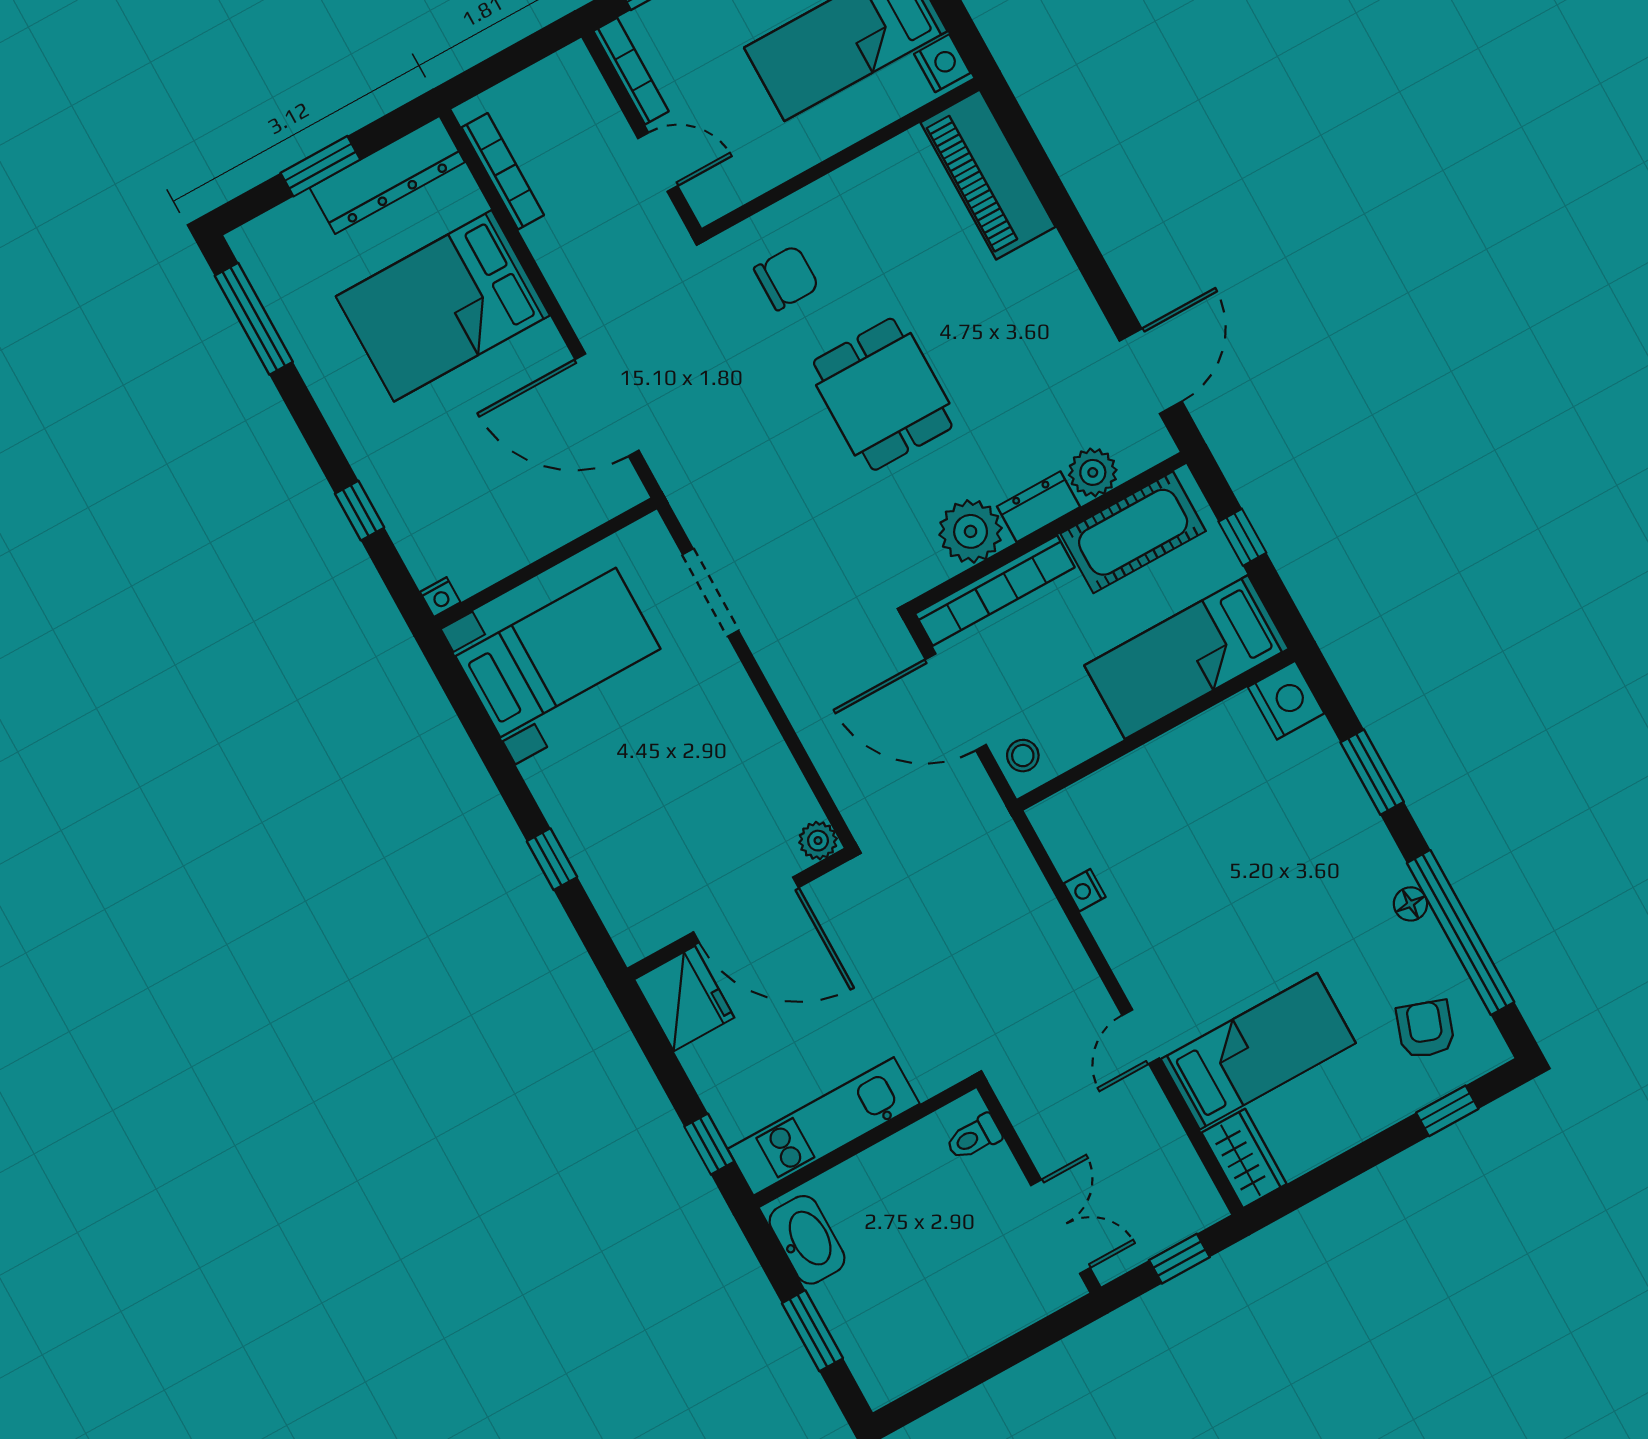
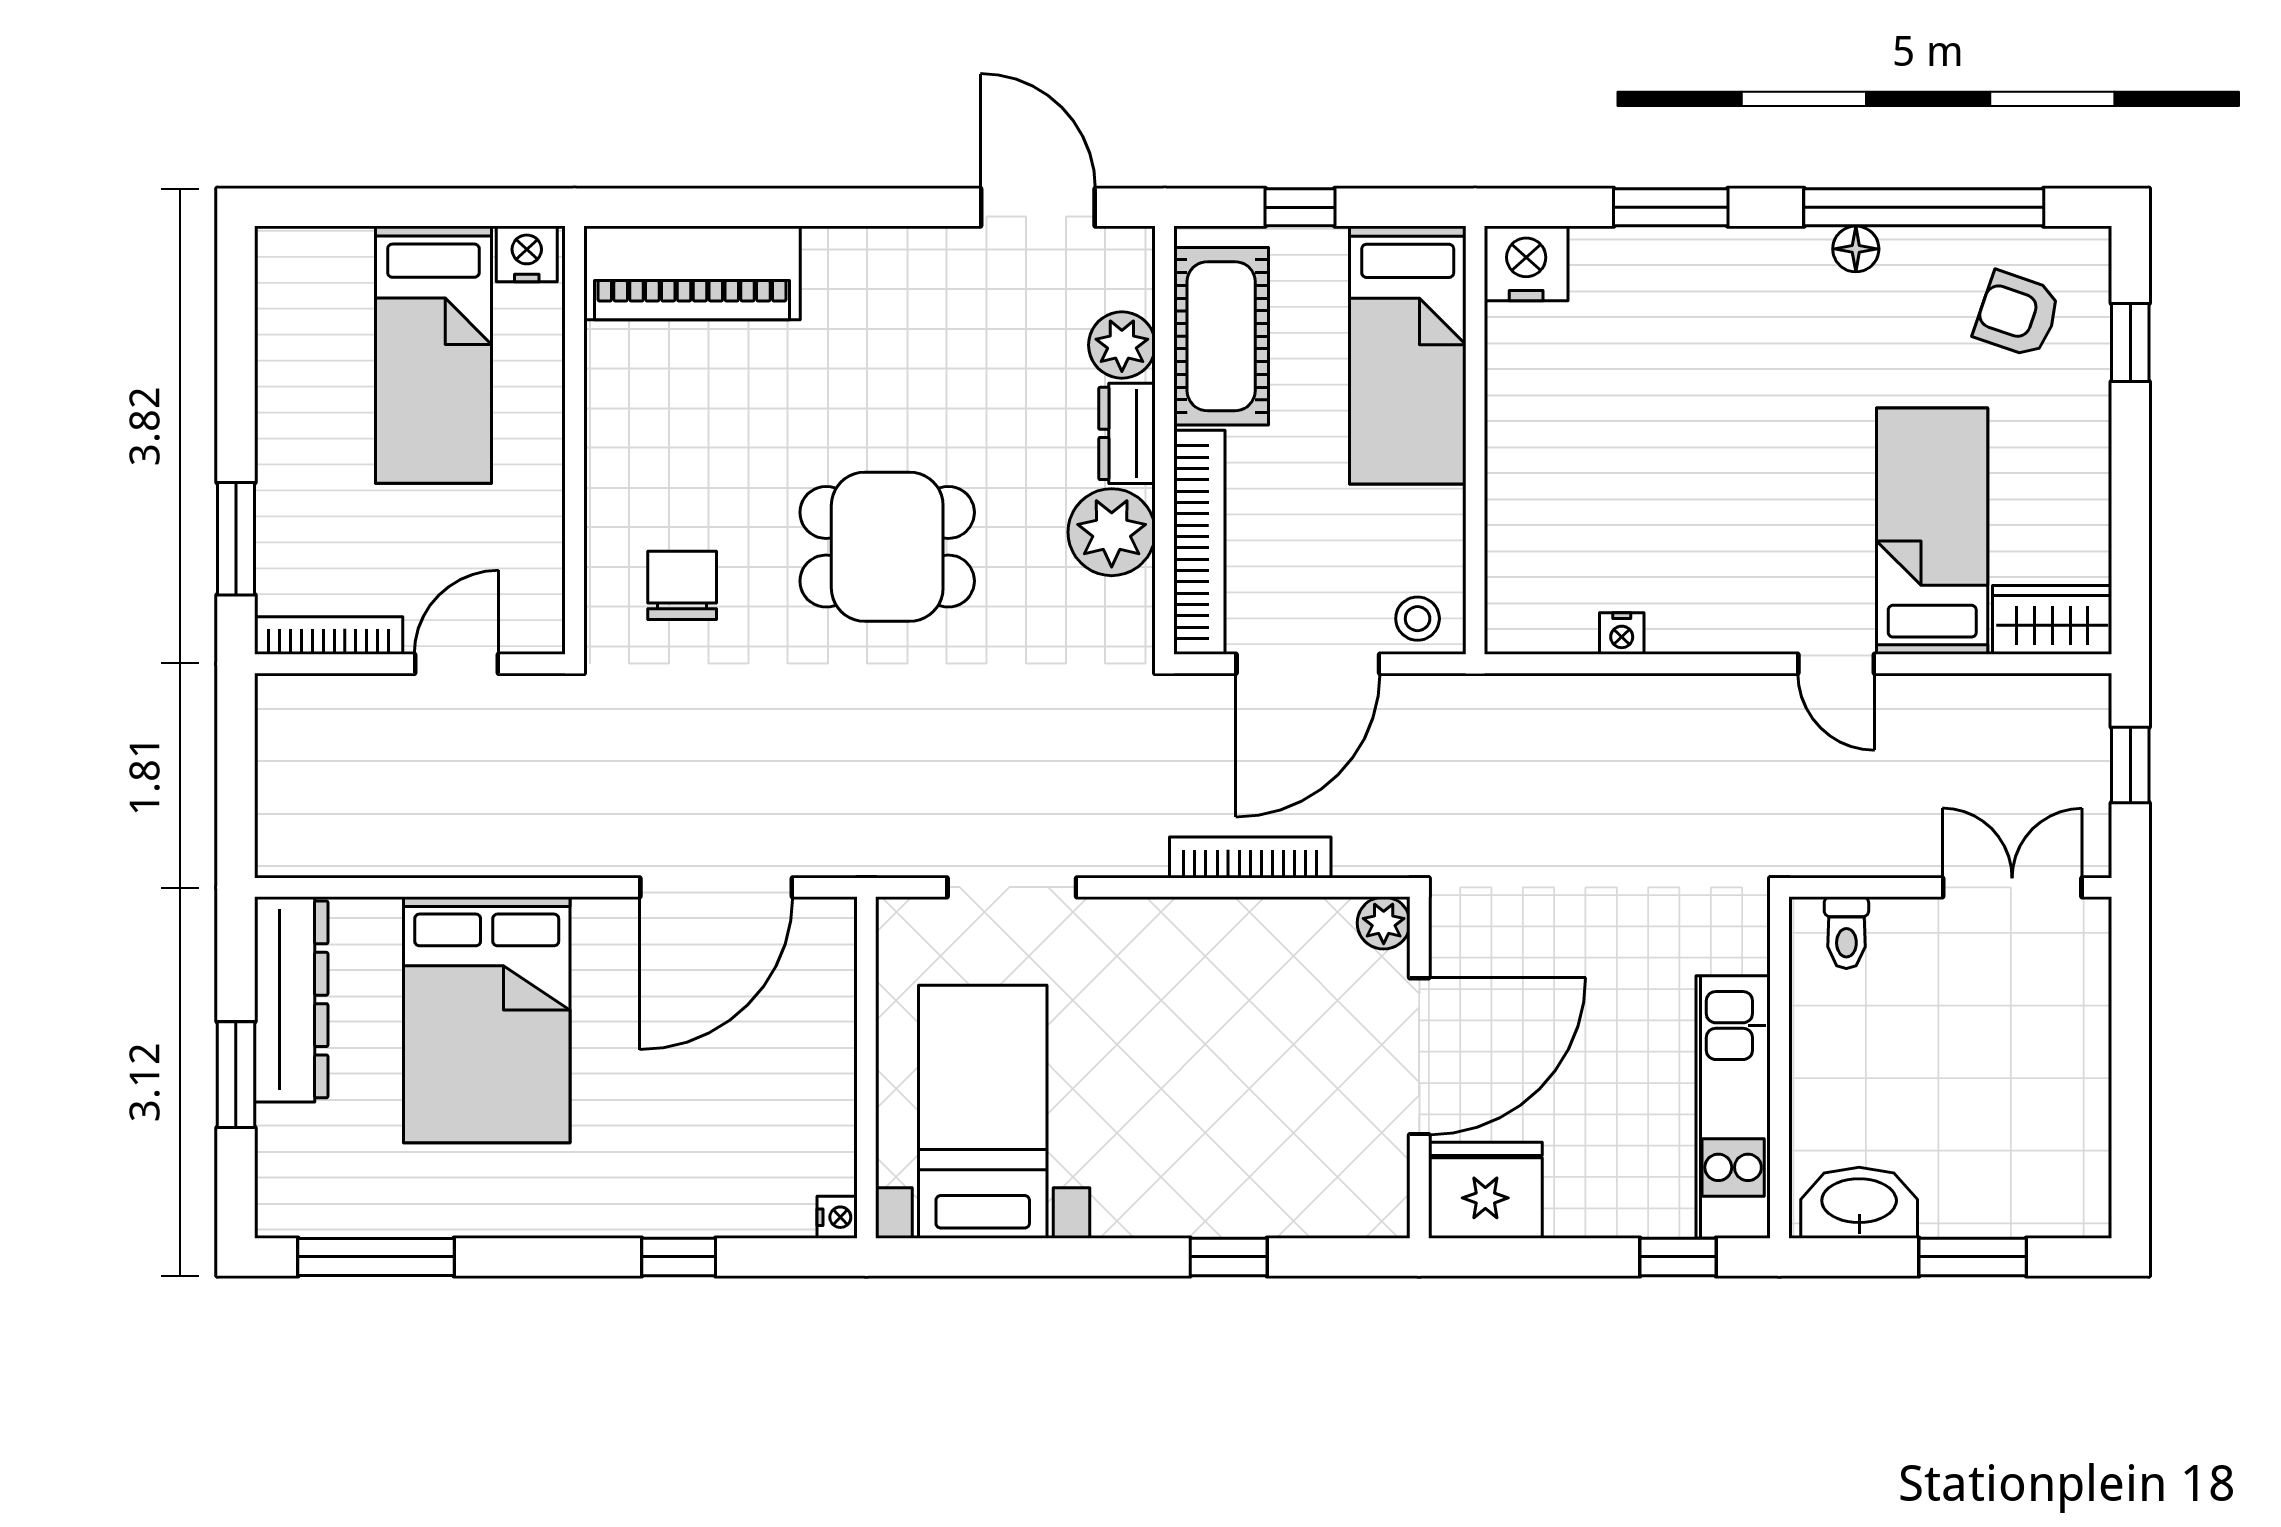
bookcase: (503, 171) -> (1250, 857), moved

